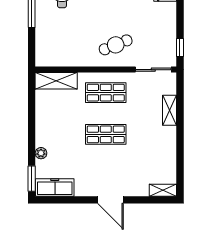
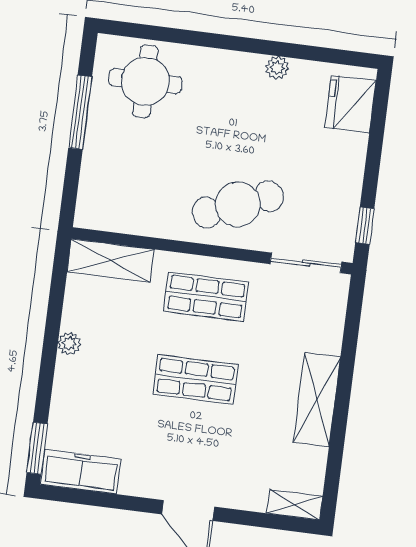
cafe table: (116, 45) -> (238, 204), width x1.37, depth x1.35
shelving: (170, 110) -> (317, 400), moved, width x1.50, depth x1.33
plant: (41, 153) -> (69, 344), moved

